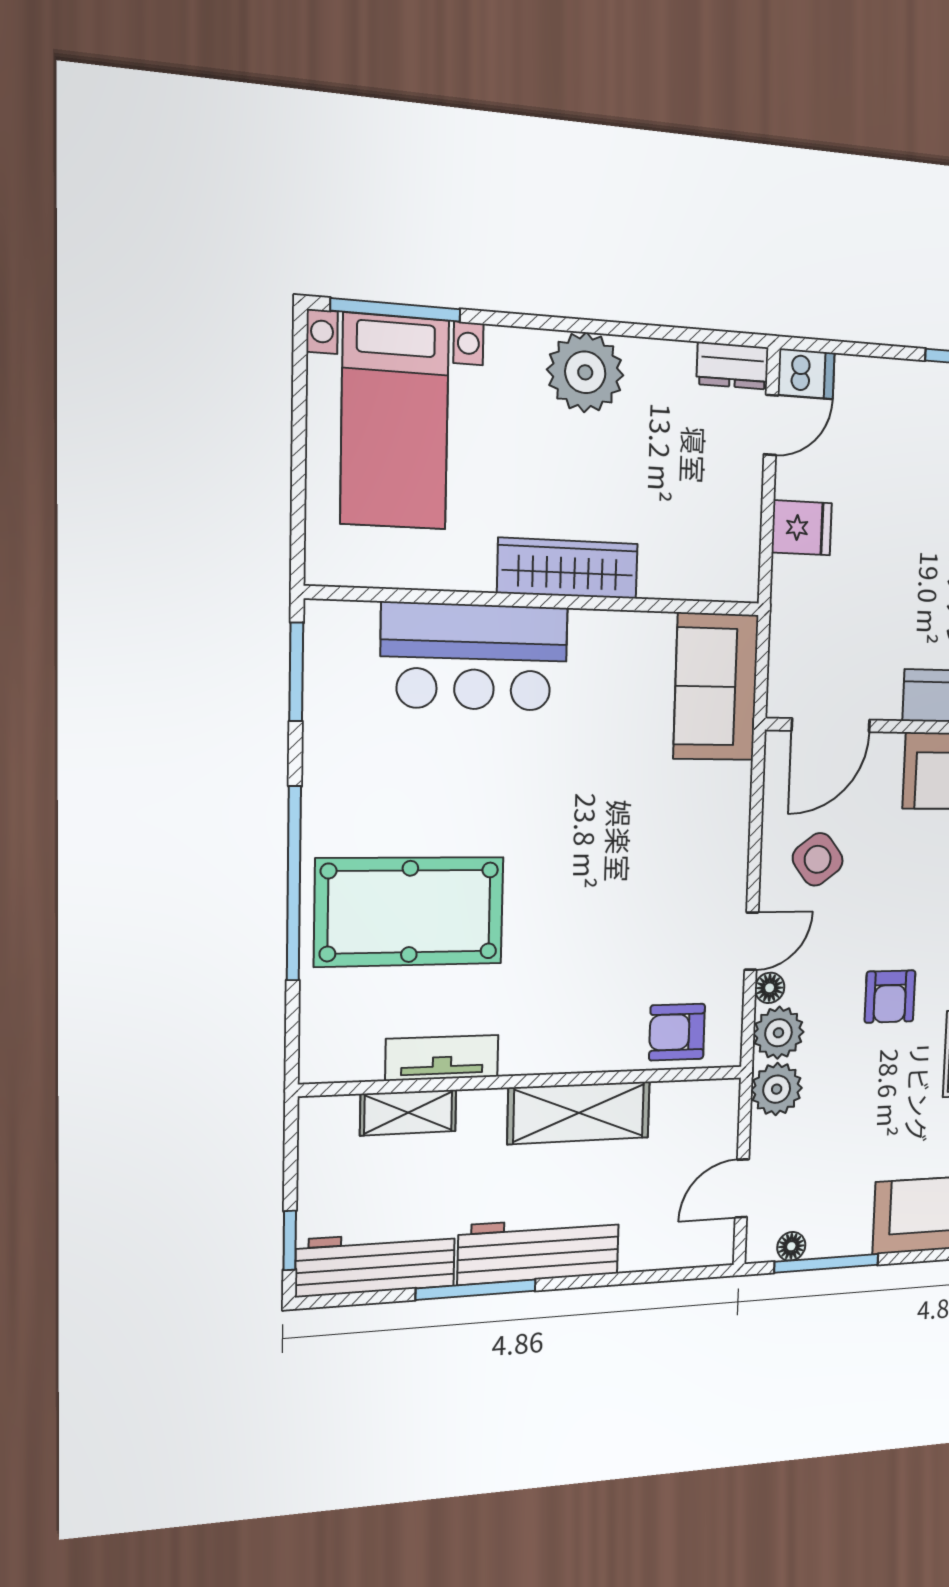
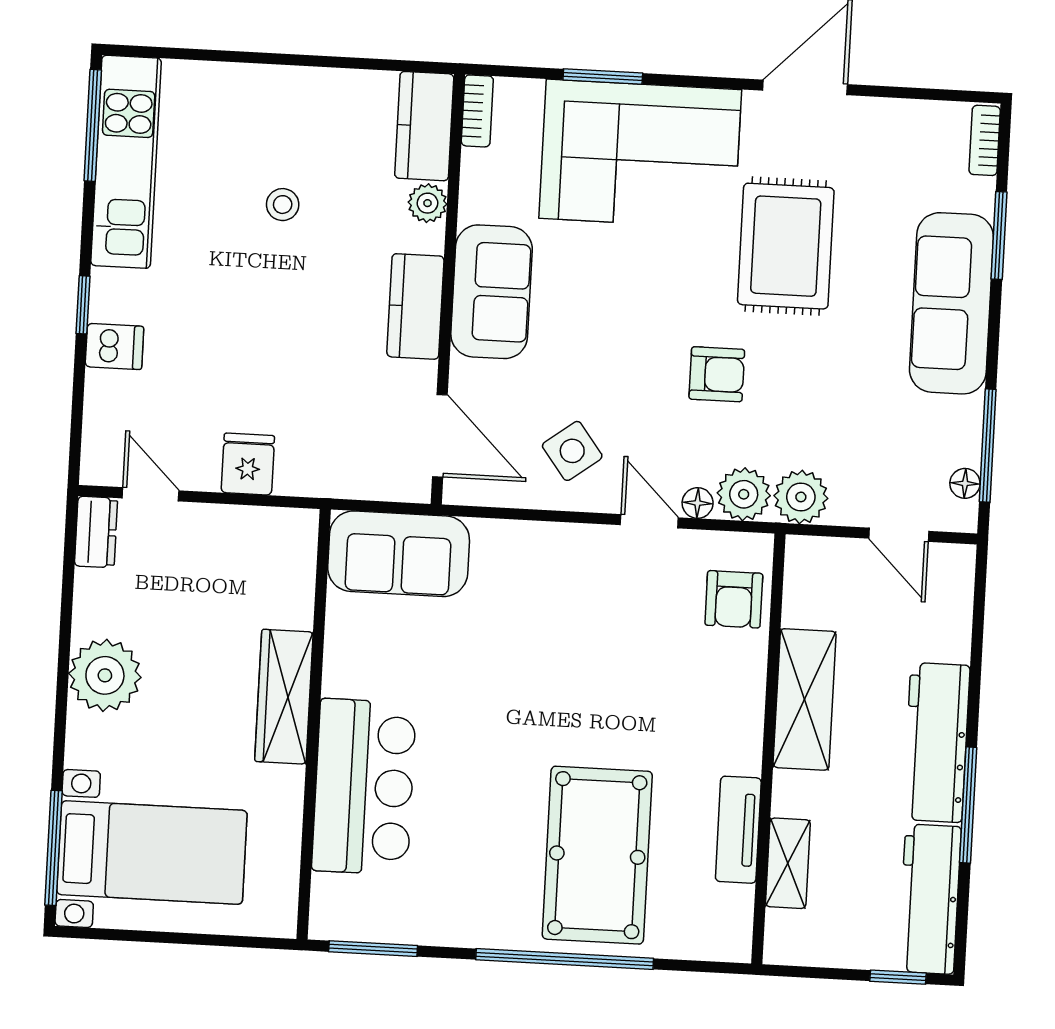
dishwasher: (806, 374) -> (114, 347), moved, turned 90

